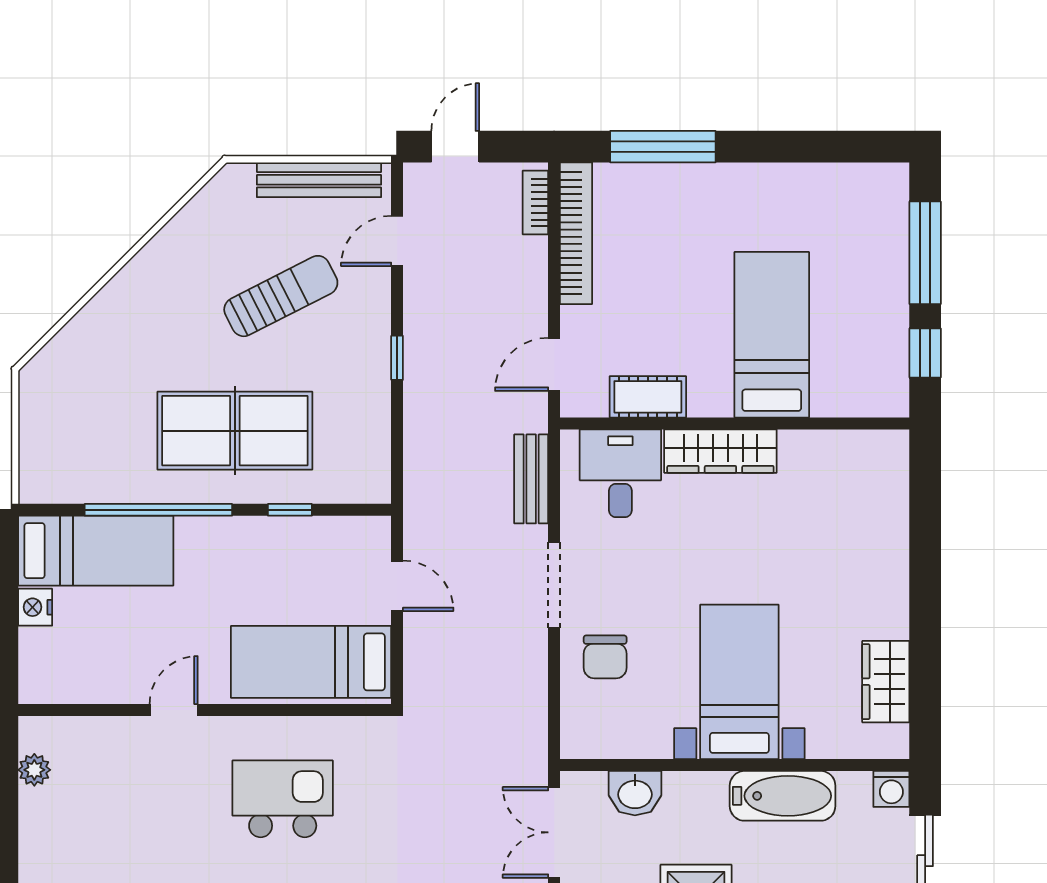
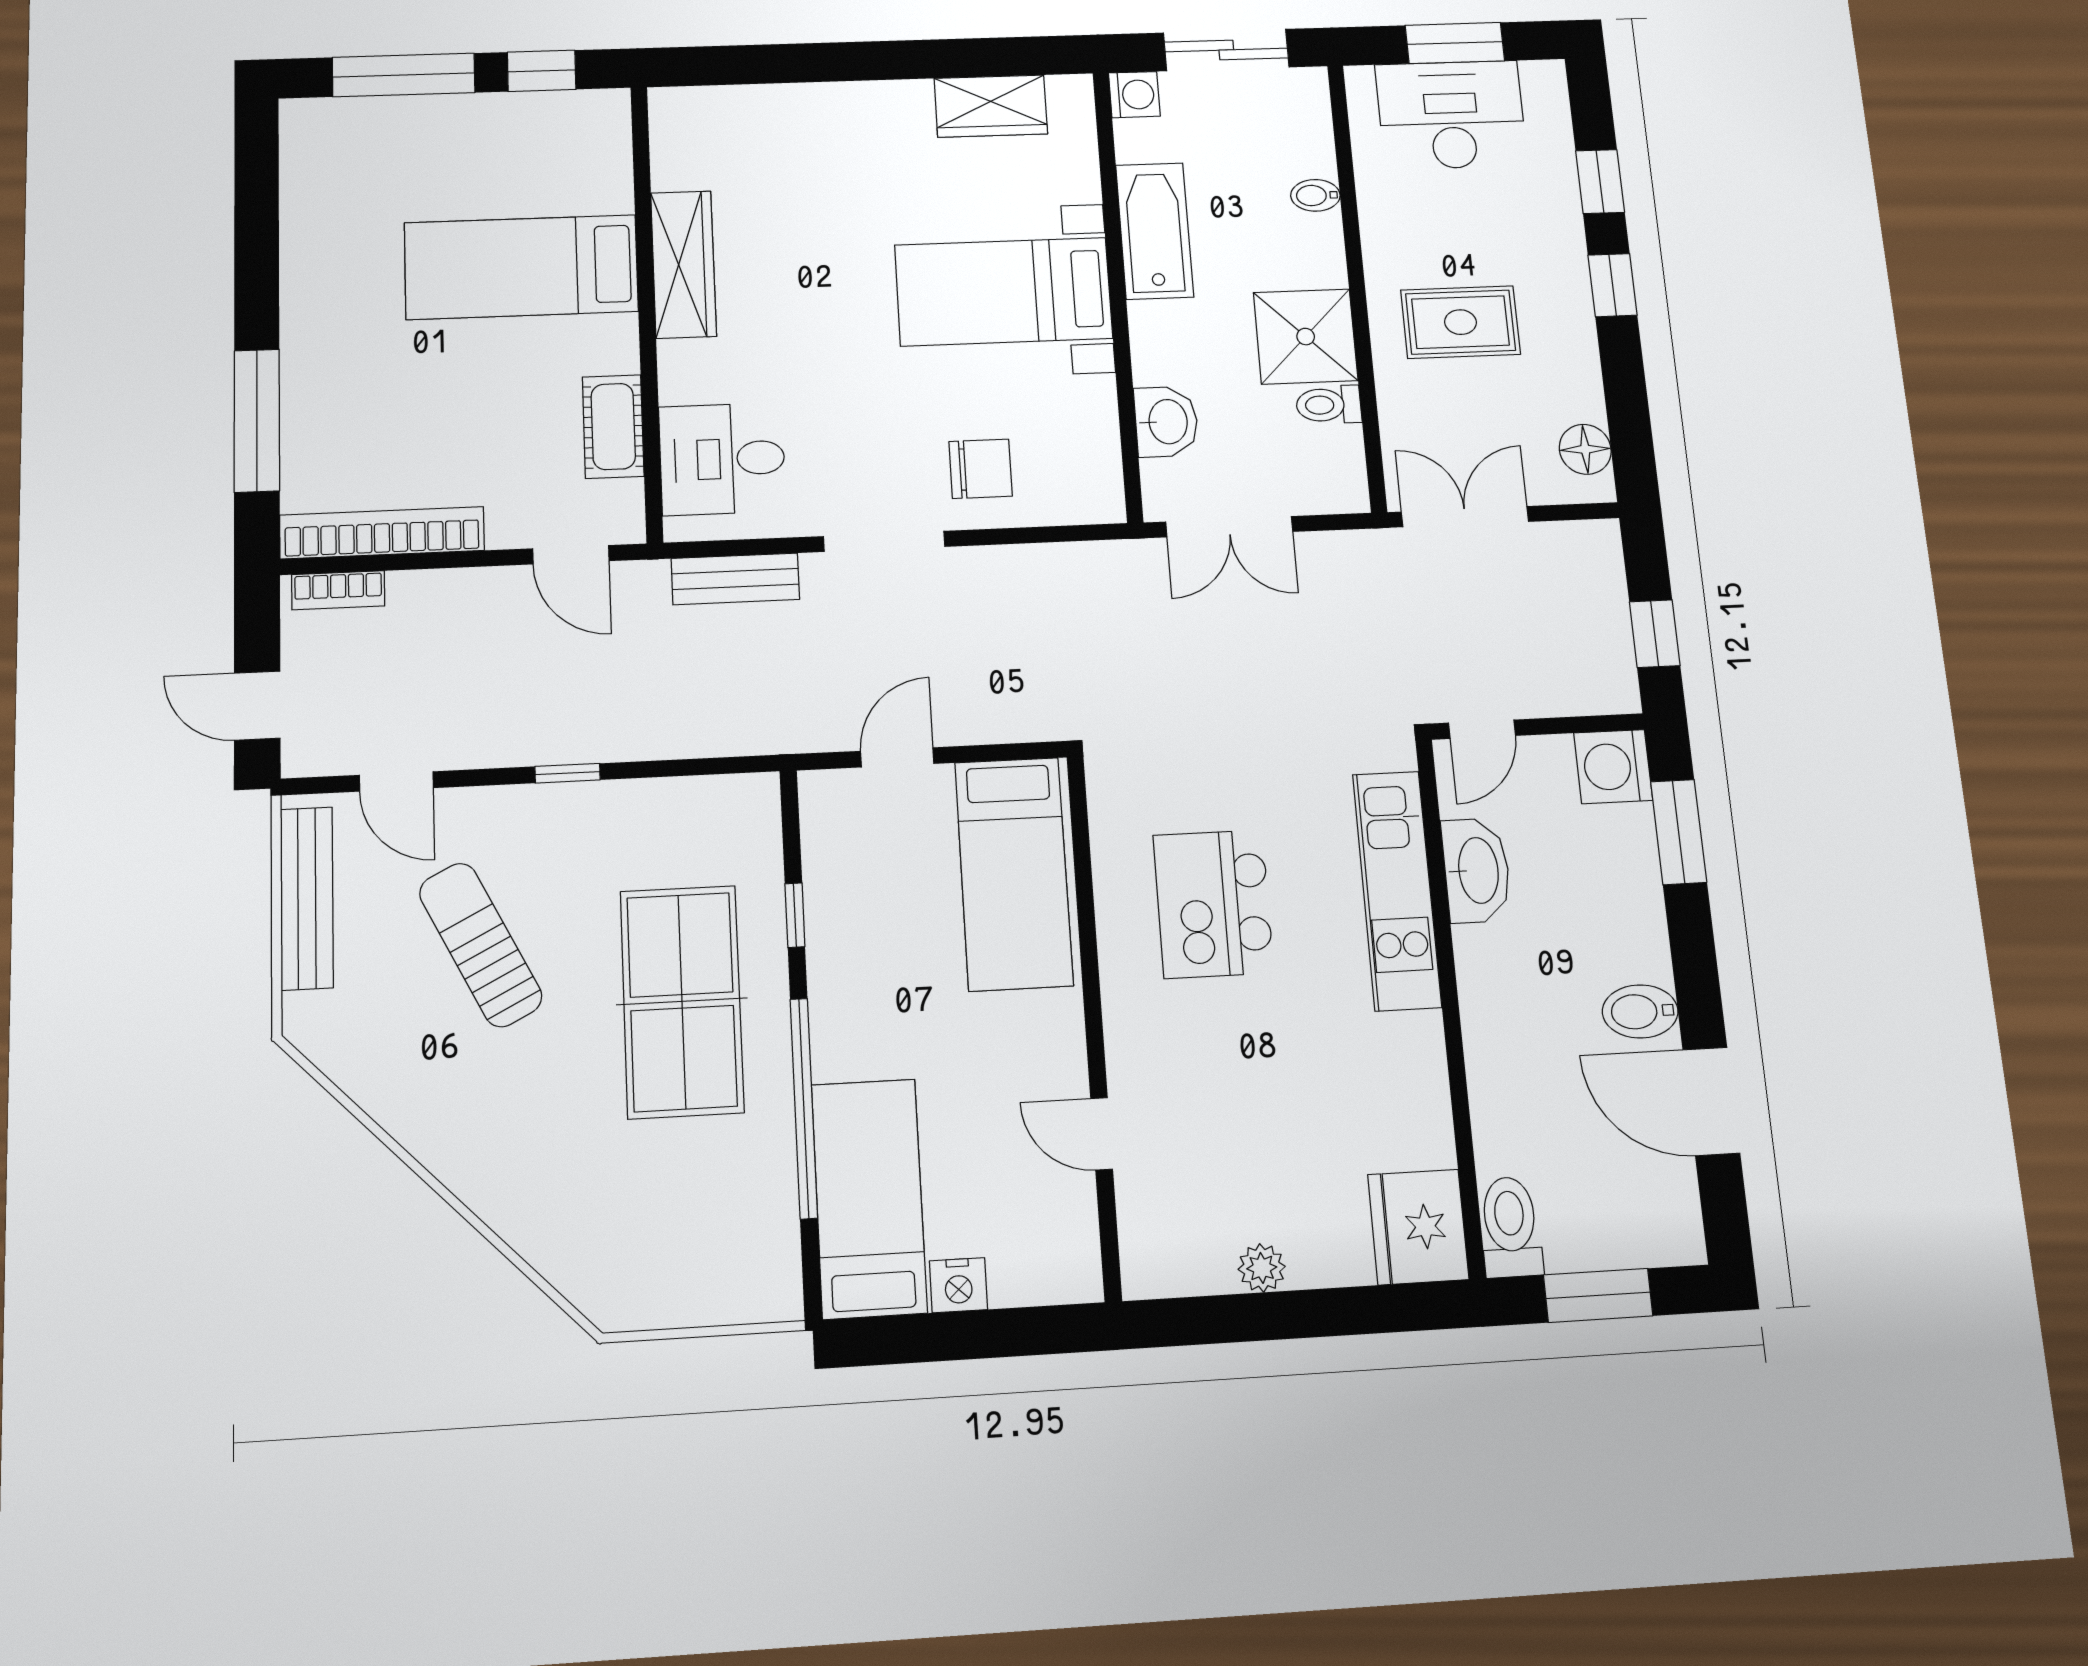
wardrobe: (720, 451) -> (683, 264), moved
door: (174, 710) -> (1102, 1134), moved
plant: (34, 770) -> (1262, 1268), moved

